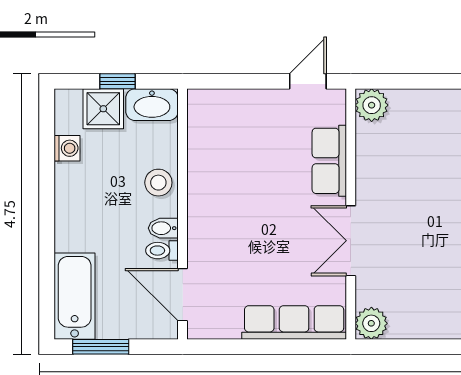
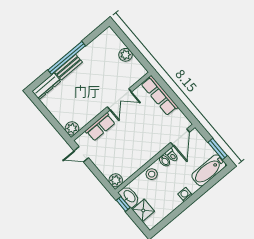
window: (117, 81) -> (123, 204), moved
plant: (204, 105) -> (116, 180), added
washing machine: (67, 148) -> (185, 194), moved
plant: (371, 323) -> (126, 55), moved

